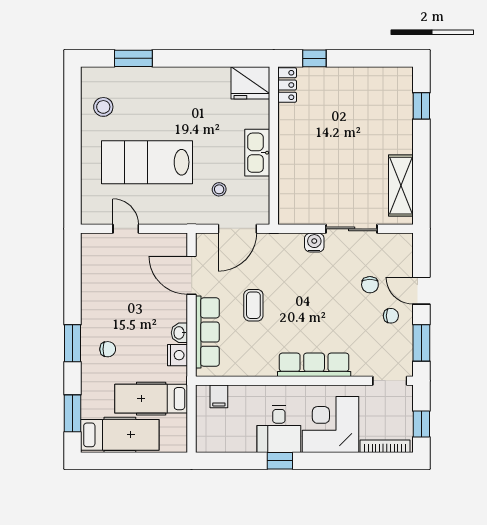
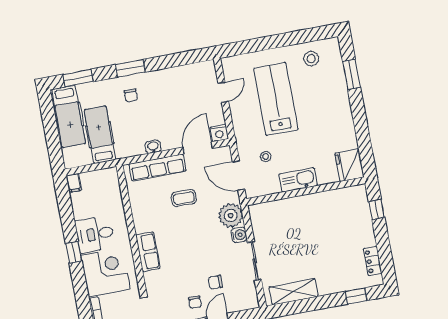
locker: (287, 85) -> (373, 261), moved, turned 90
plant: (287, 249) -> (231, 215), added
nightstand: (177, 355) -> (219, 133), moved
row of seats: (314, 365) -> (148, 252), width x0.68
filing cabinet: (219, 396) -> (74, 183), moved, turned -90
window: (280, 461) -> (74, 252), moved

